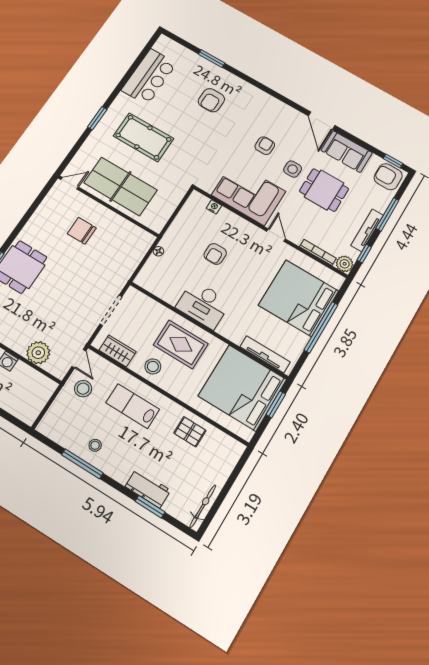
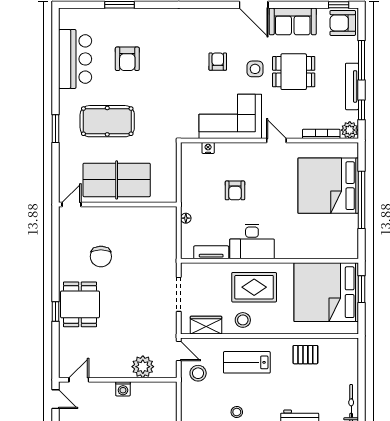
armchair: (211, 100) -> (127, 59), moved
chair: (82, 231) -> (101, 257), moved, turned -90
tv unit: (265, 354) -> (211, 252), moved, width x0.71

